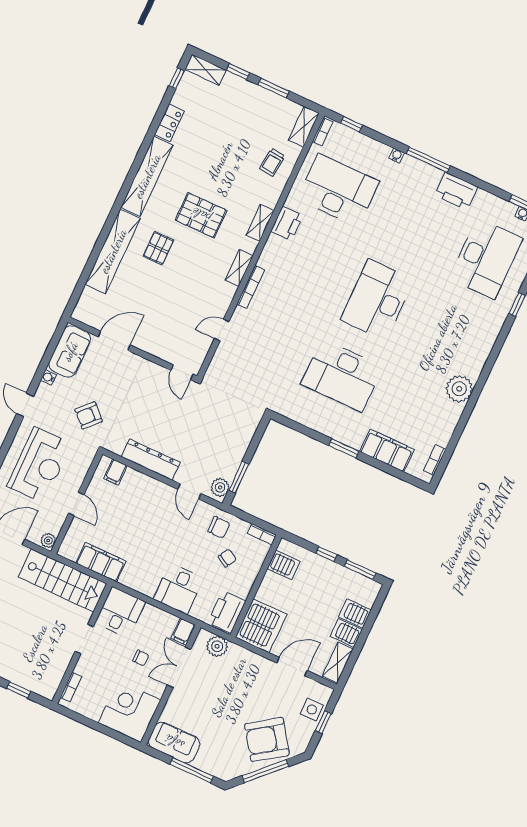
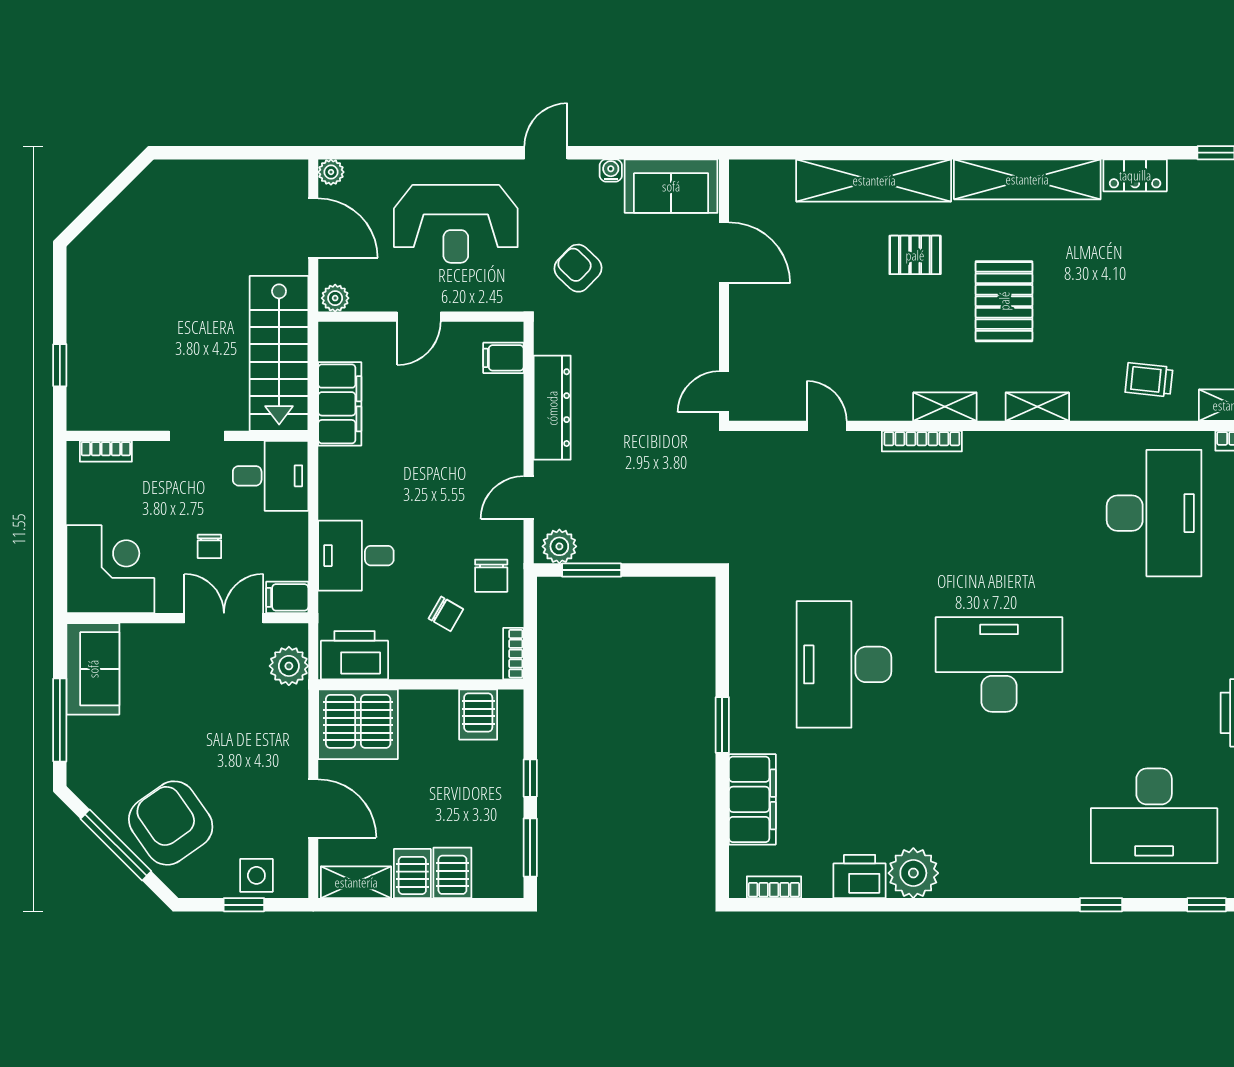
printer: (287, 223) -> (860, 876), moved, turned 180

